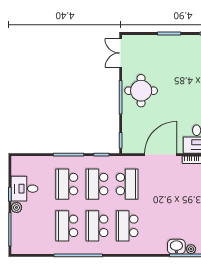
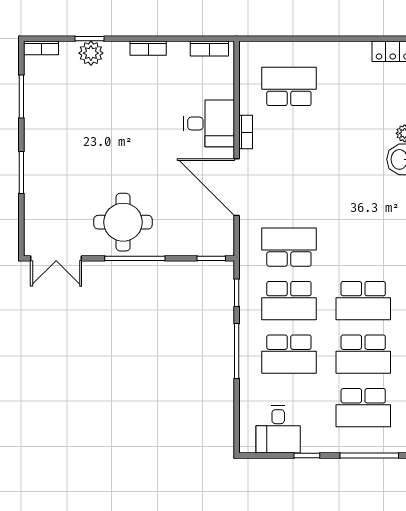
desk: (24, 189) -> (278, 429), moved
plant: (17, 207) -> (331, 444), removed
school desk: (127, 226) -> (363, 408), moved

